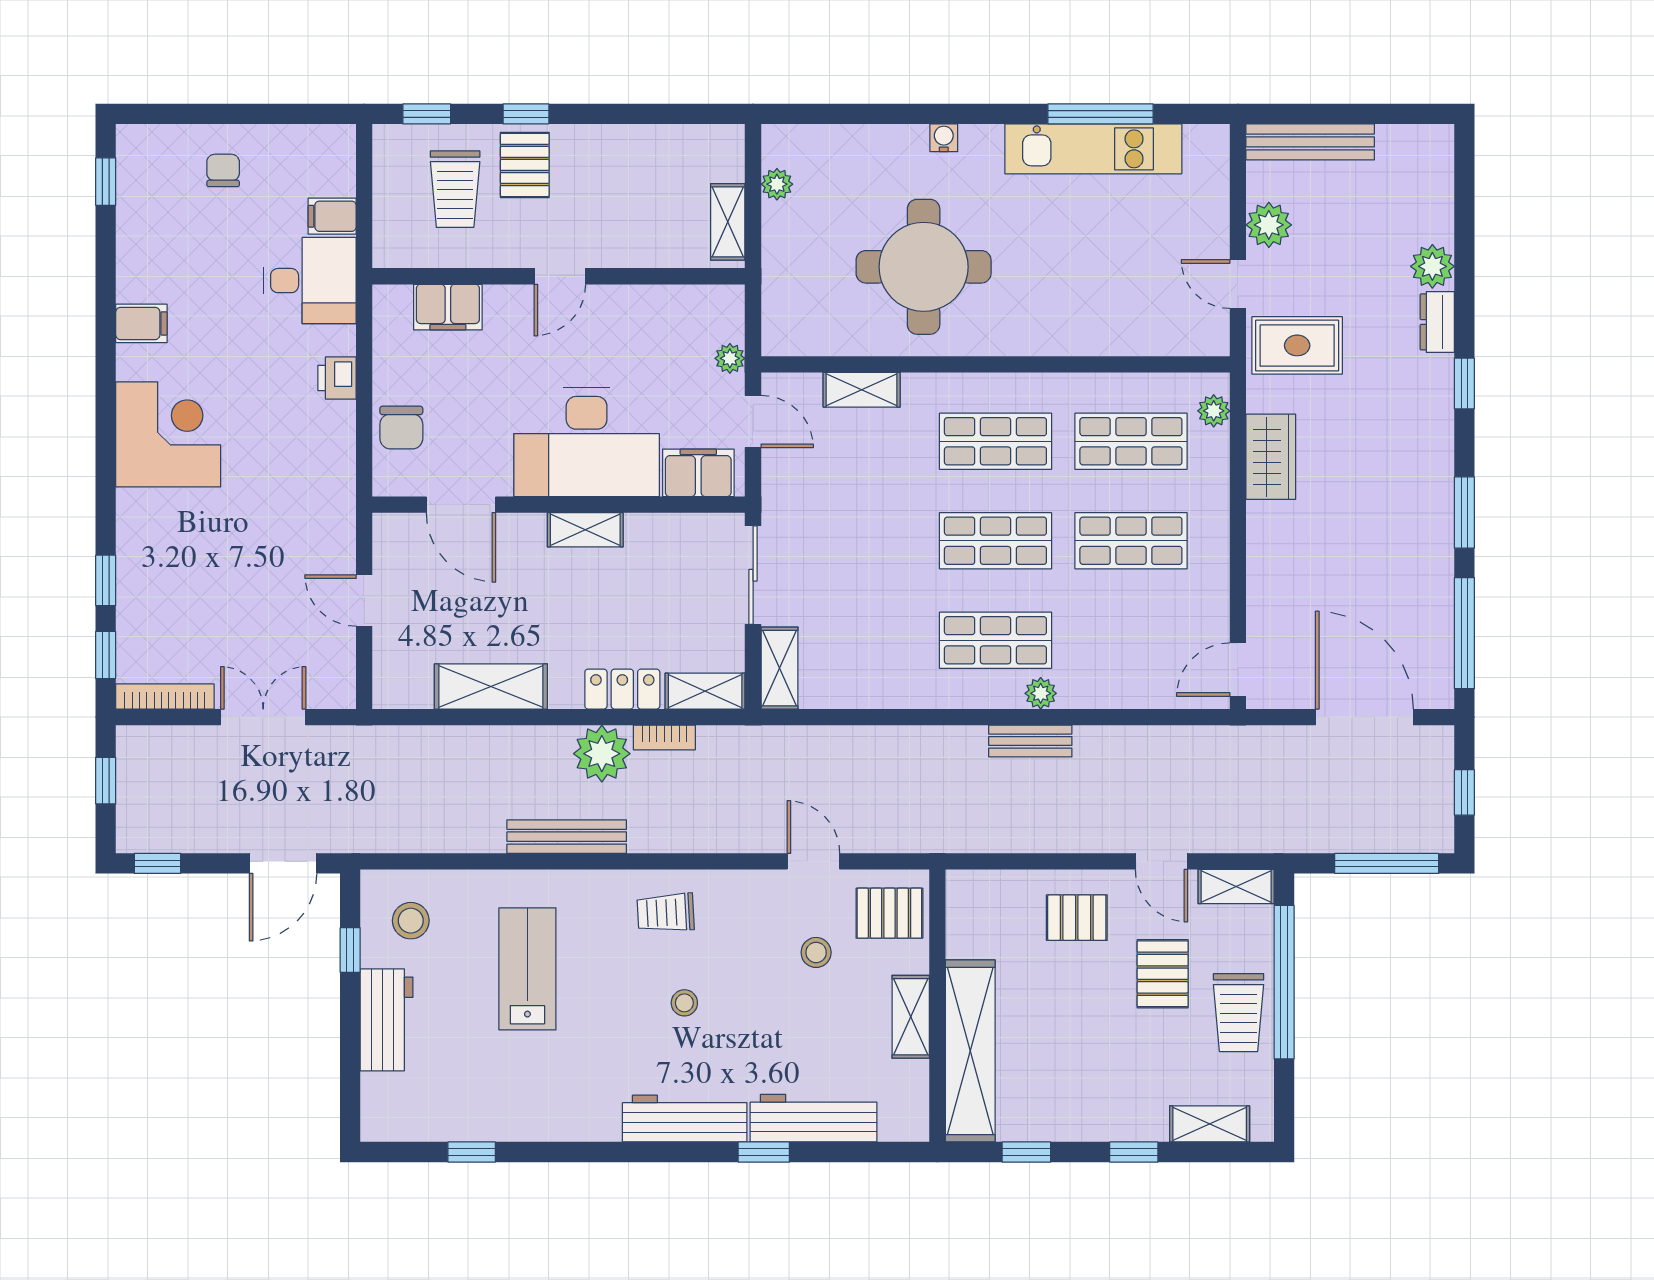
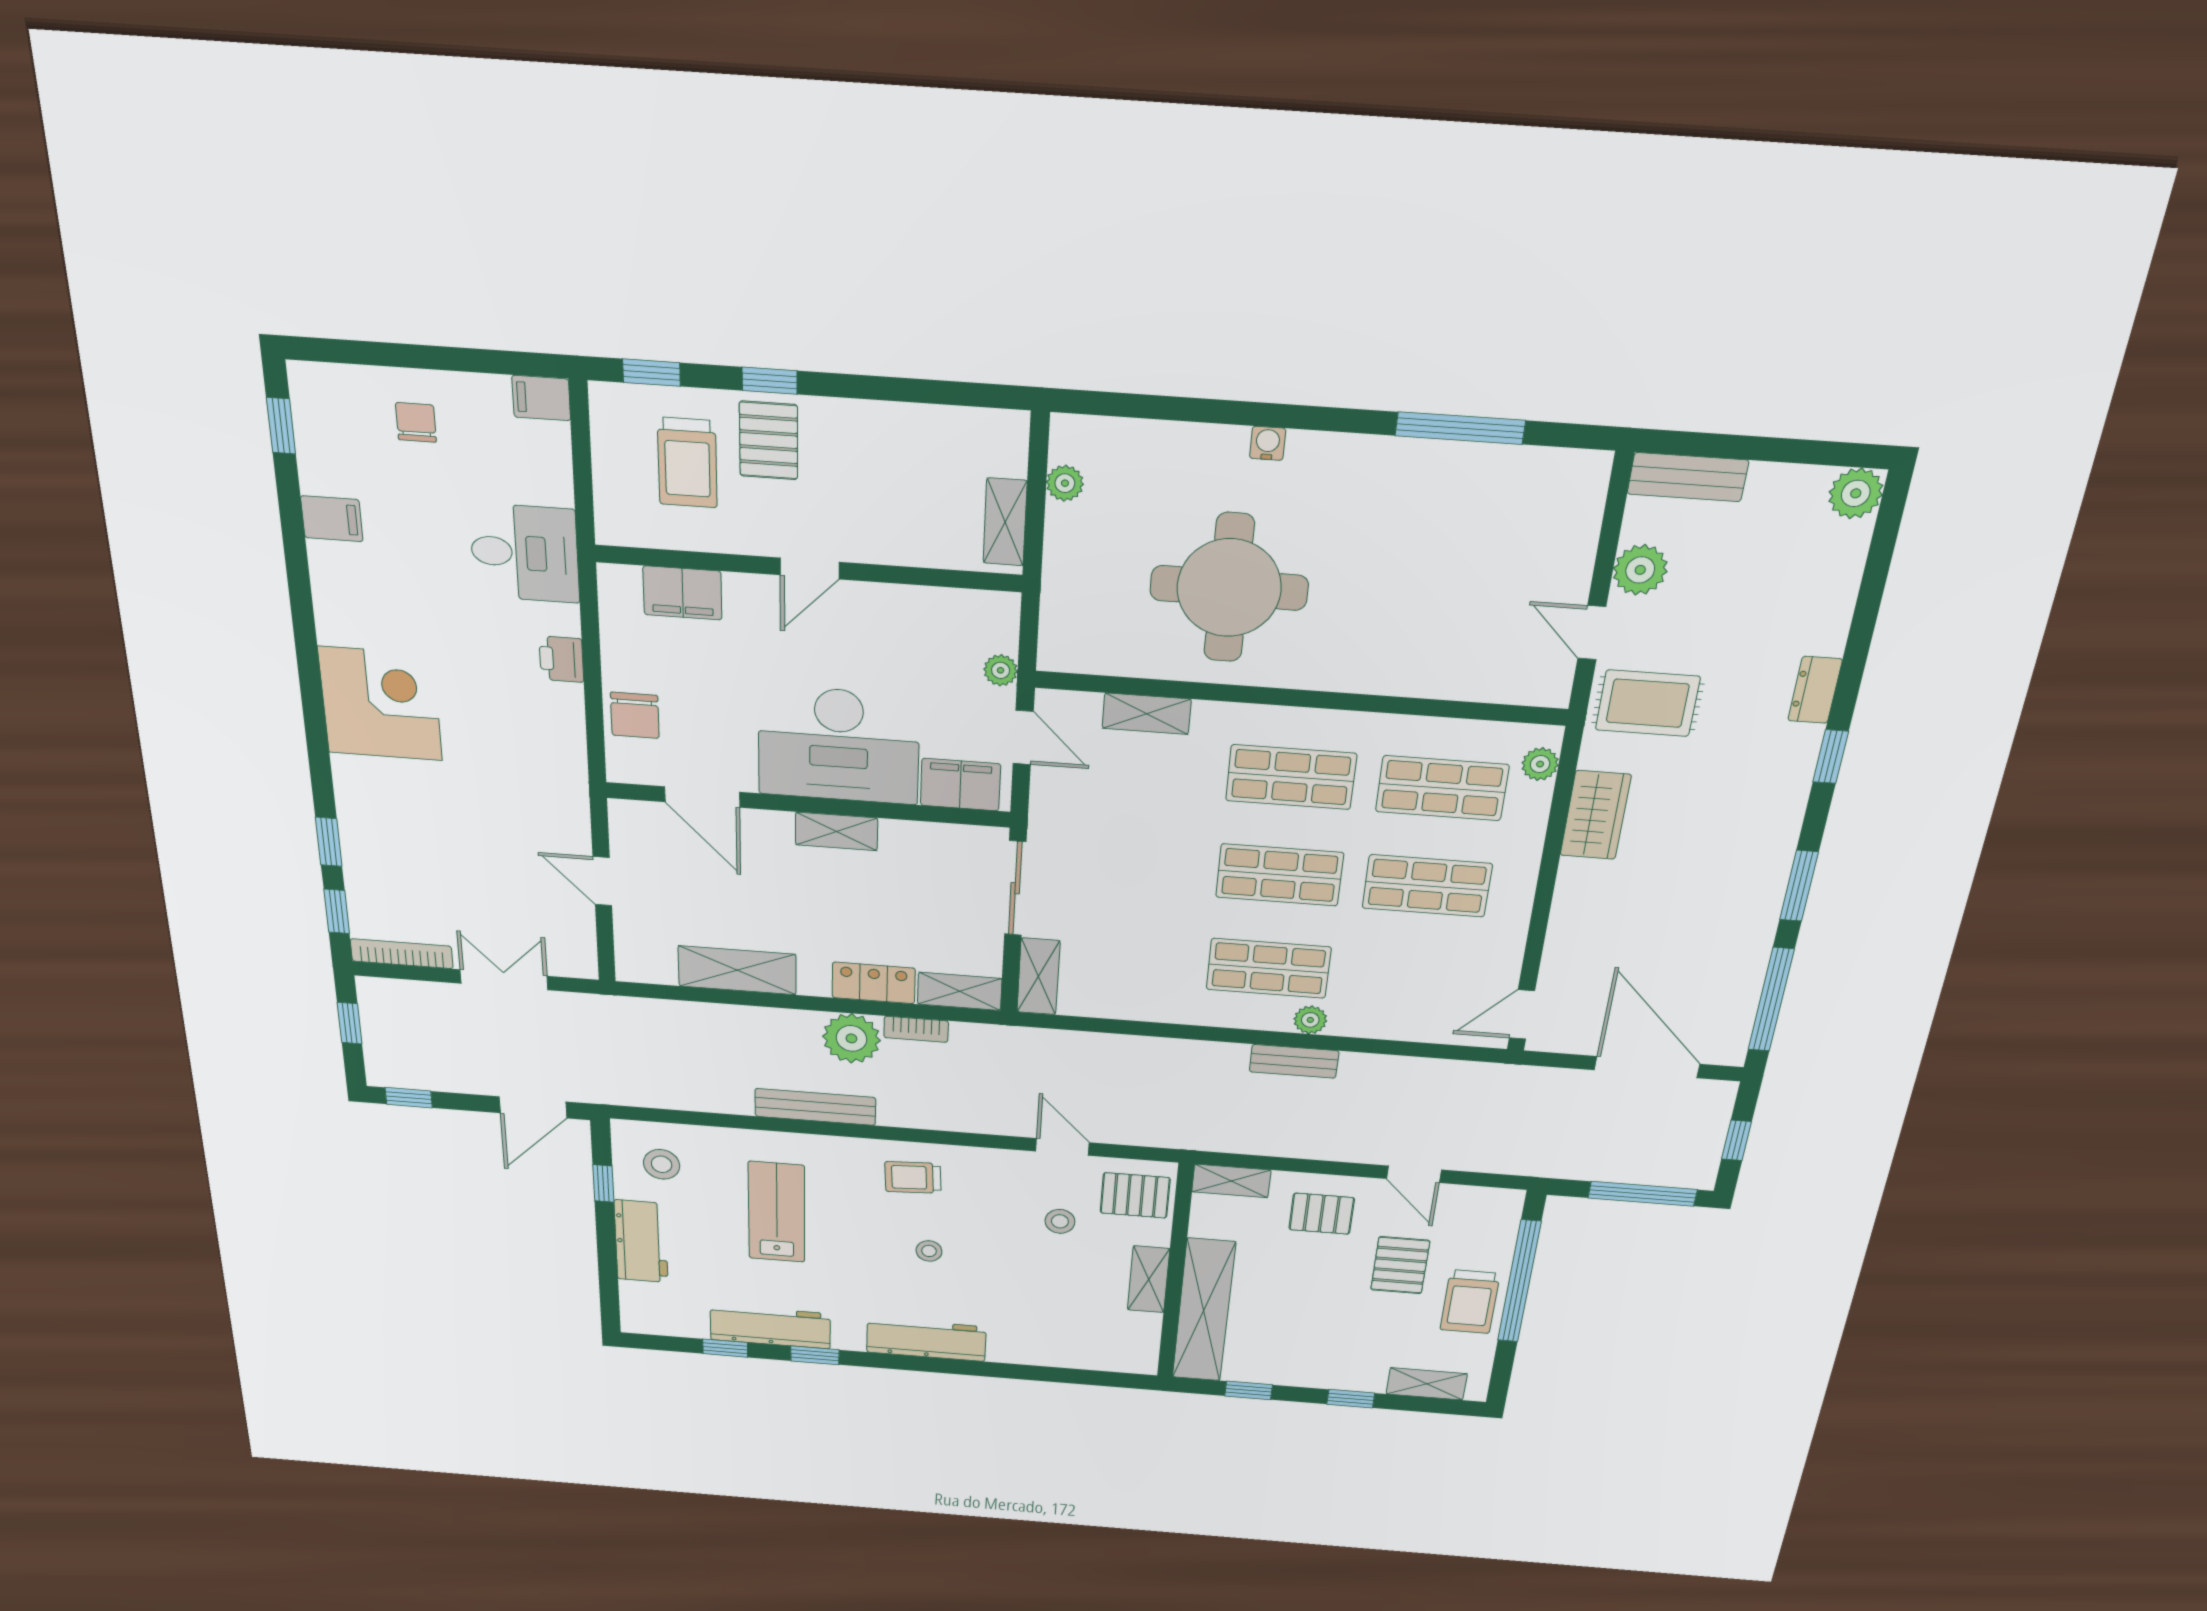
bench: (1310, 142) -> (1688, 477), width x0.73
kitchen unit: (1093, 149) -> (1446, 469), removed
filing cabinet: (332, 216) -> (541, 398), moved
plant: (1432, 266) -> (1856, 493), moved
filing cabinet: (141, 323) -> (332, 519), moved
shelving: (1236, 887) -> (1231, 1181), moved
workbench: (813, 1118) -> (770, 1327), moved
window: (764, 1152) -> (815, 1355), moved

